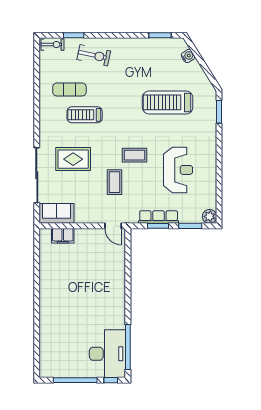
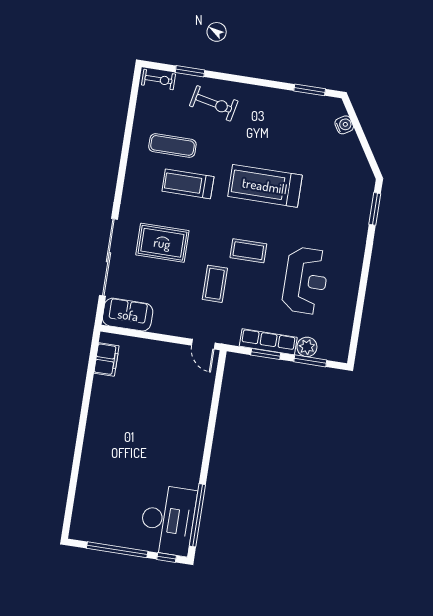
treadmill: (168, 102) -> (265, 186), moved
plant: (209, 216) -> (307, 347), moved
filing cabinet: (63, 236) -> (106, 359), moved, turned -90

